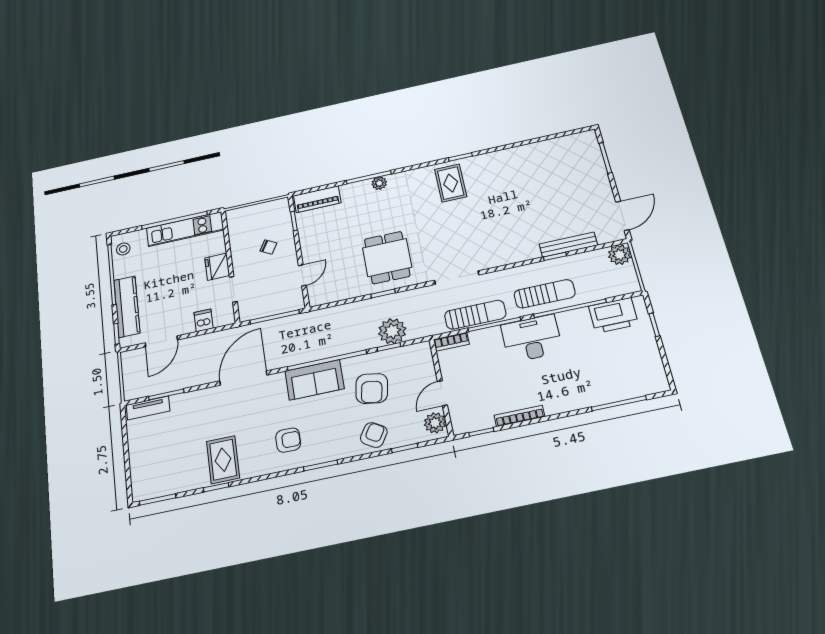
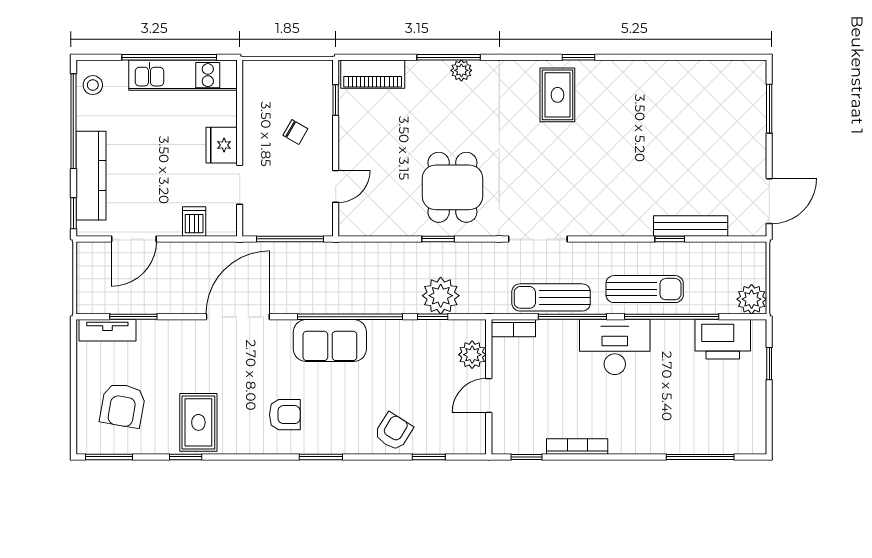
plant: (620, 255) -> (752, 299), moved
sun lounger: (475, 315) -> (551, 297), turned 180
armchair: (372, 388) -> (123, 405), moved
plant: (435, 423) -> (472, 355), moved

